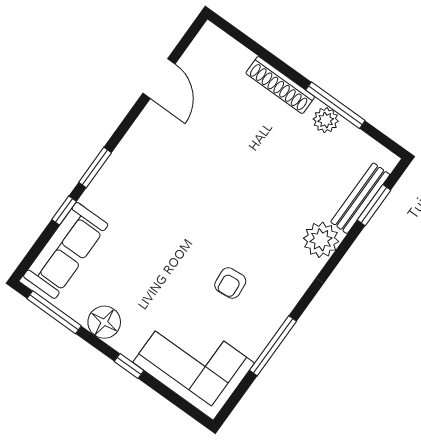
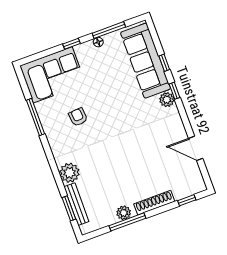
window: (244, 40) -> (187, 200), added
window: (95, 167) -> (174, 91), width x0.67
plant: (116, 170) -> (167, 100), added
sofa: (66, 250) -> (146, 61), width x1.36, depth x1.27
window: (54, 312) -> (109, 30), moved
floor lamp: (104, 322) -> (98, 42), width x0.53, depth x0.53

